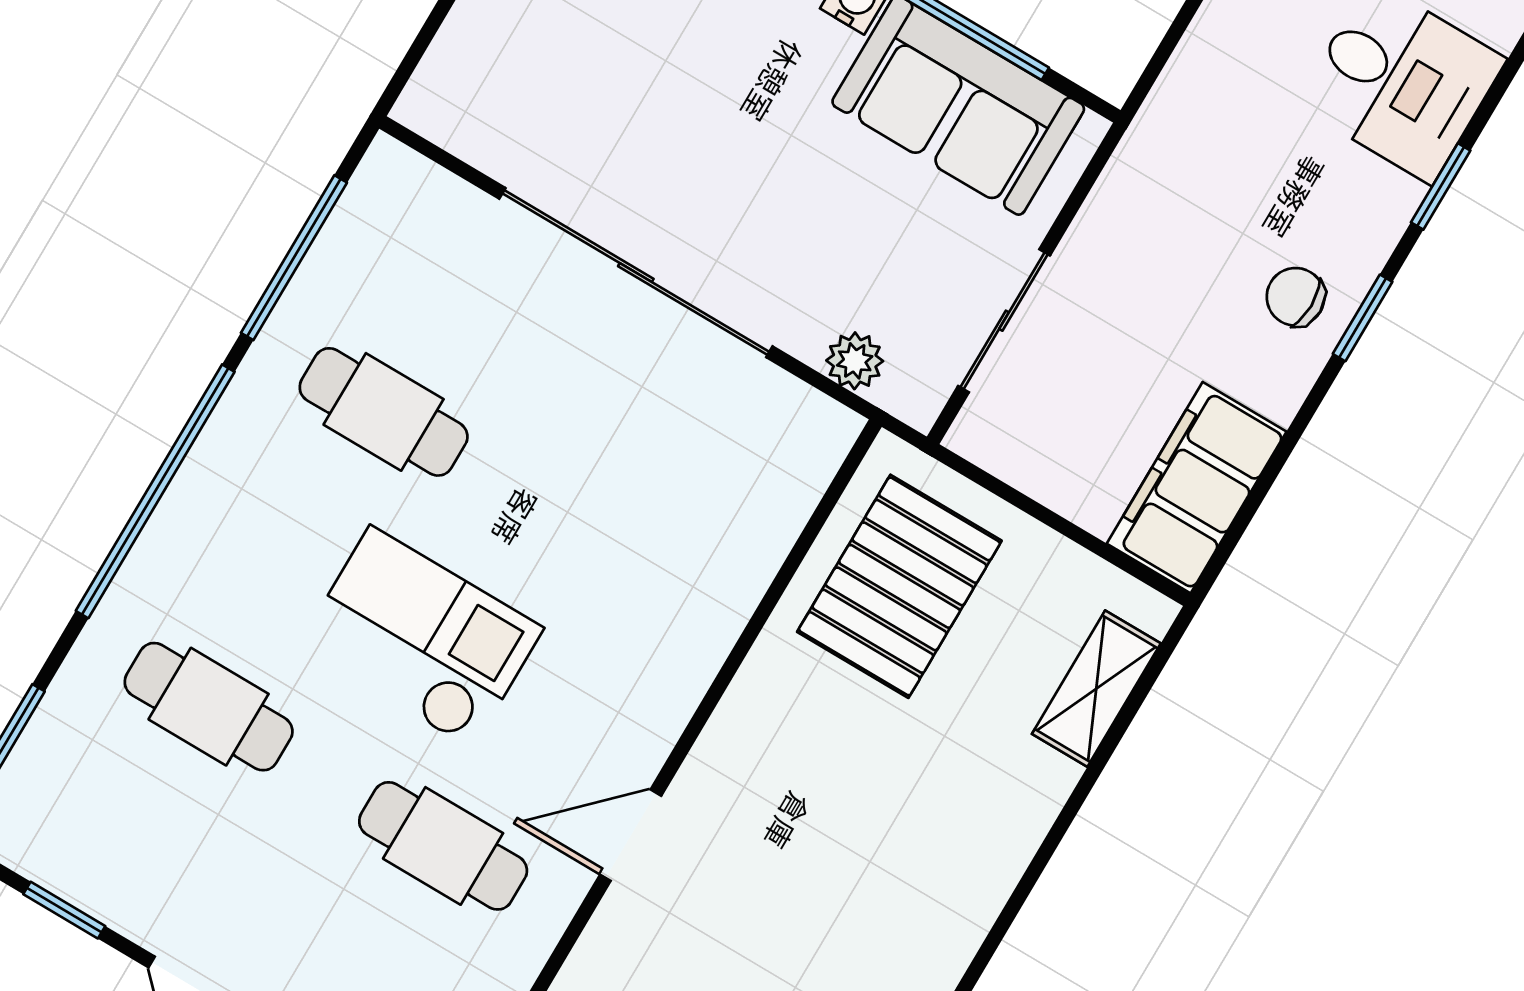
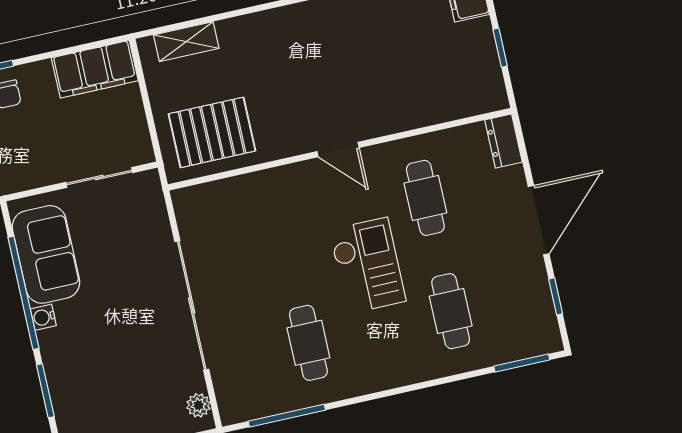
plant: (855, 361) -> (198, 405), moved
window: (155, 491) -> (400, 390), removed
checkout: (421, 637) -> (367, 266), turned 180
door: (631, 835) -> (338, 150), moved

